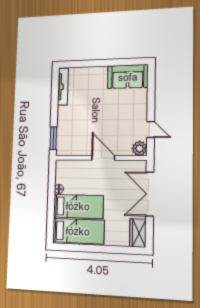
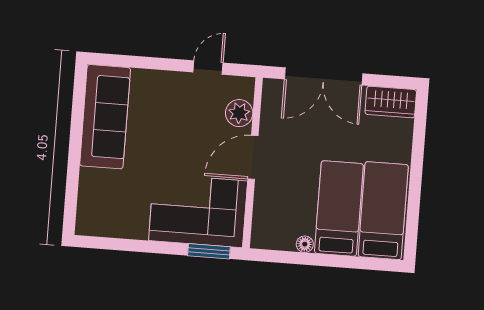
sofa: (128, 77) -> (105, 117), width x1.36
tv unit: (63, 87) -> (112, 228), removed
corner sofa: (74, 131) -> (198, 211), added
plant: (139, 148) -> (239, 113), moved

